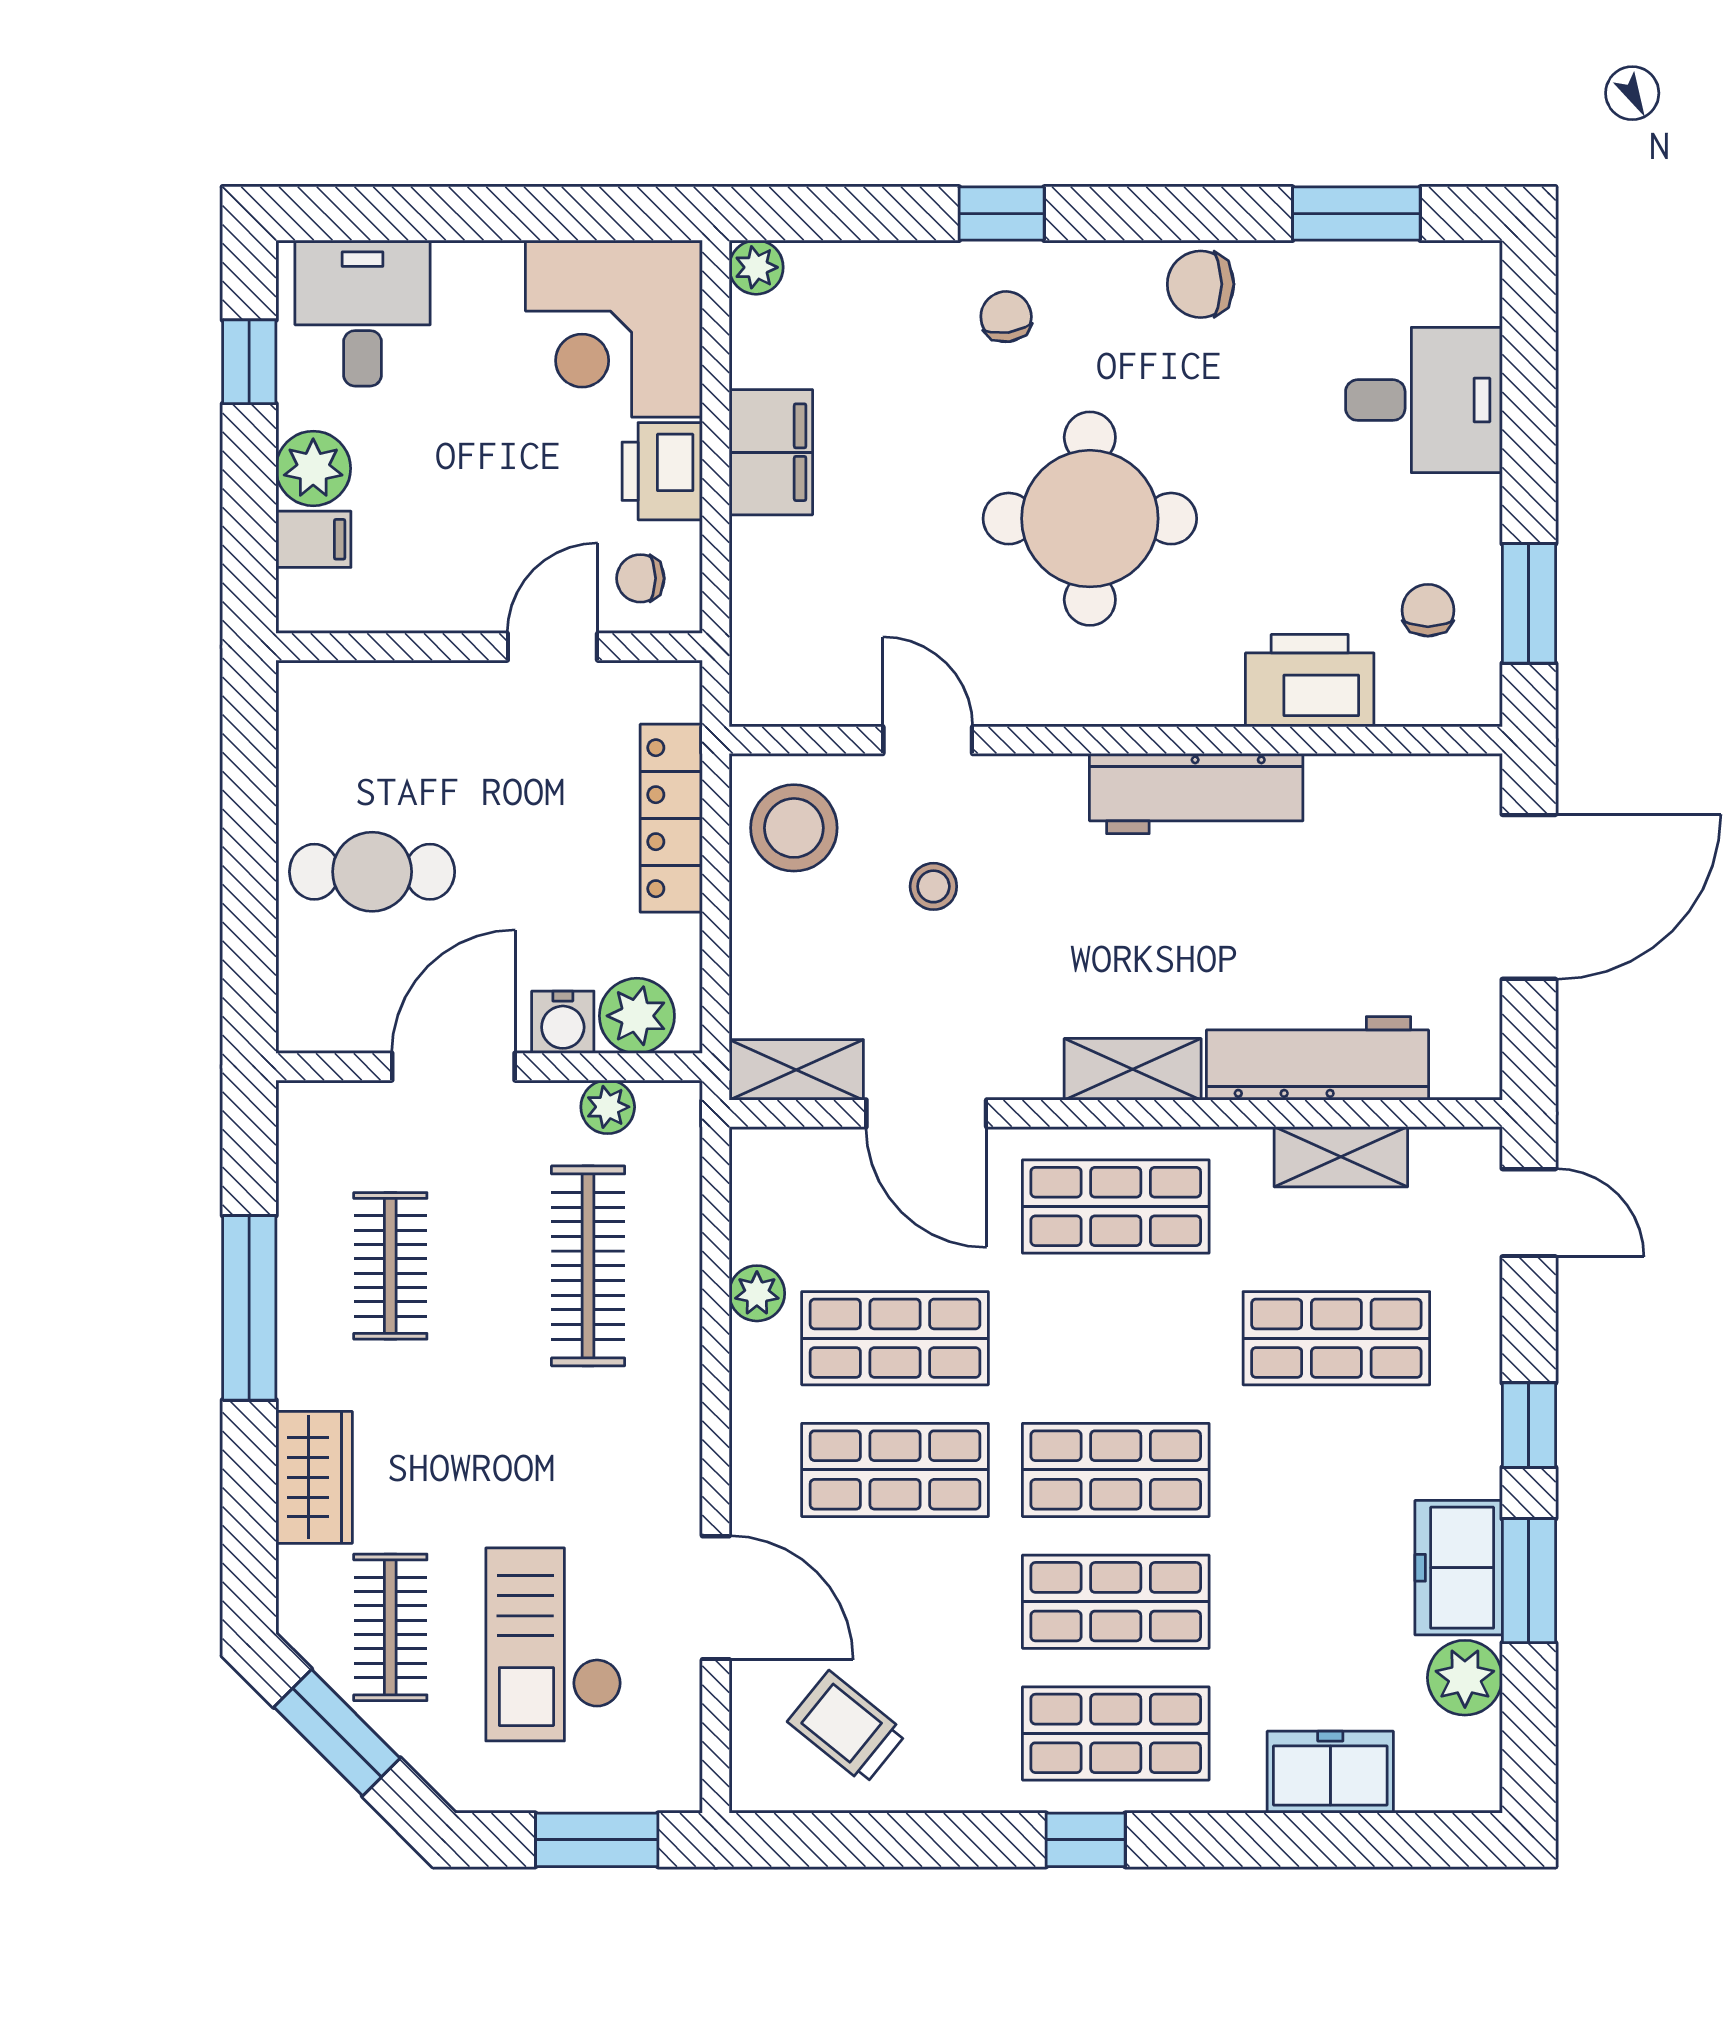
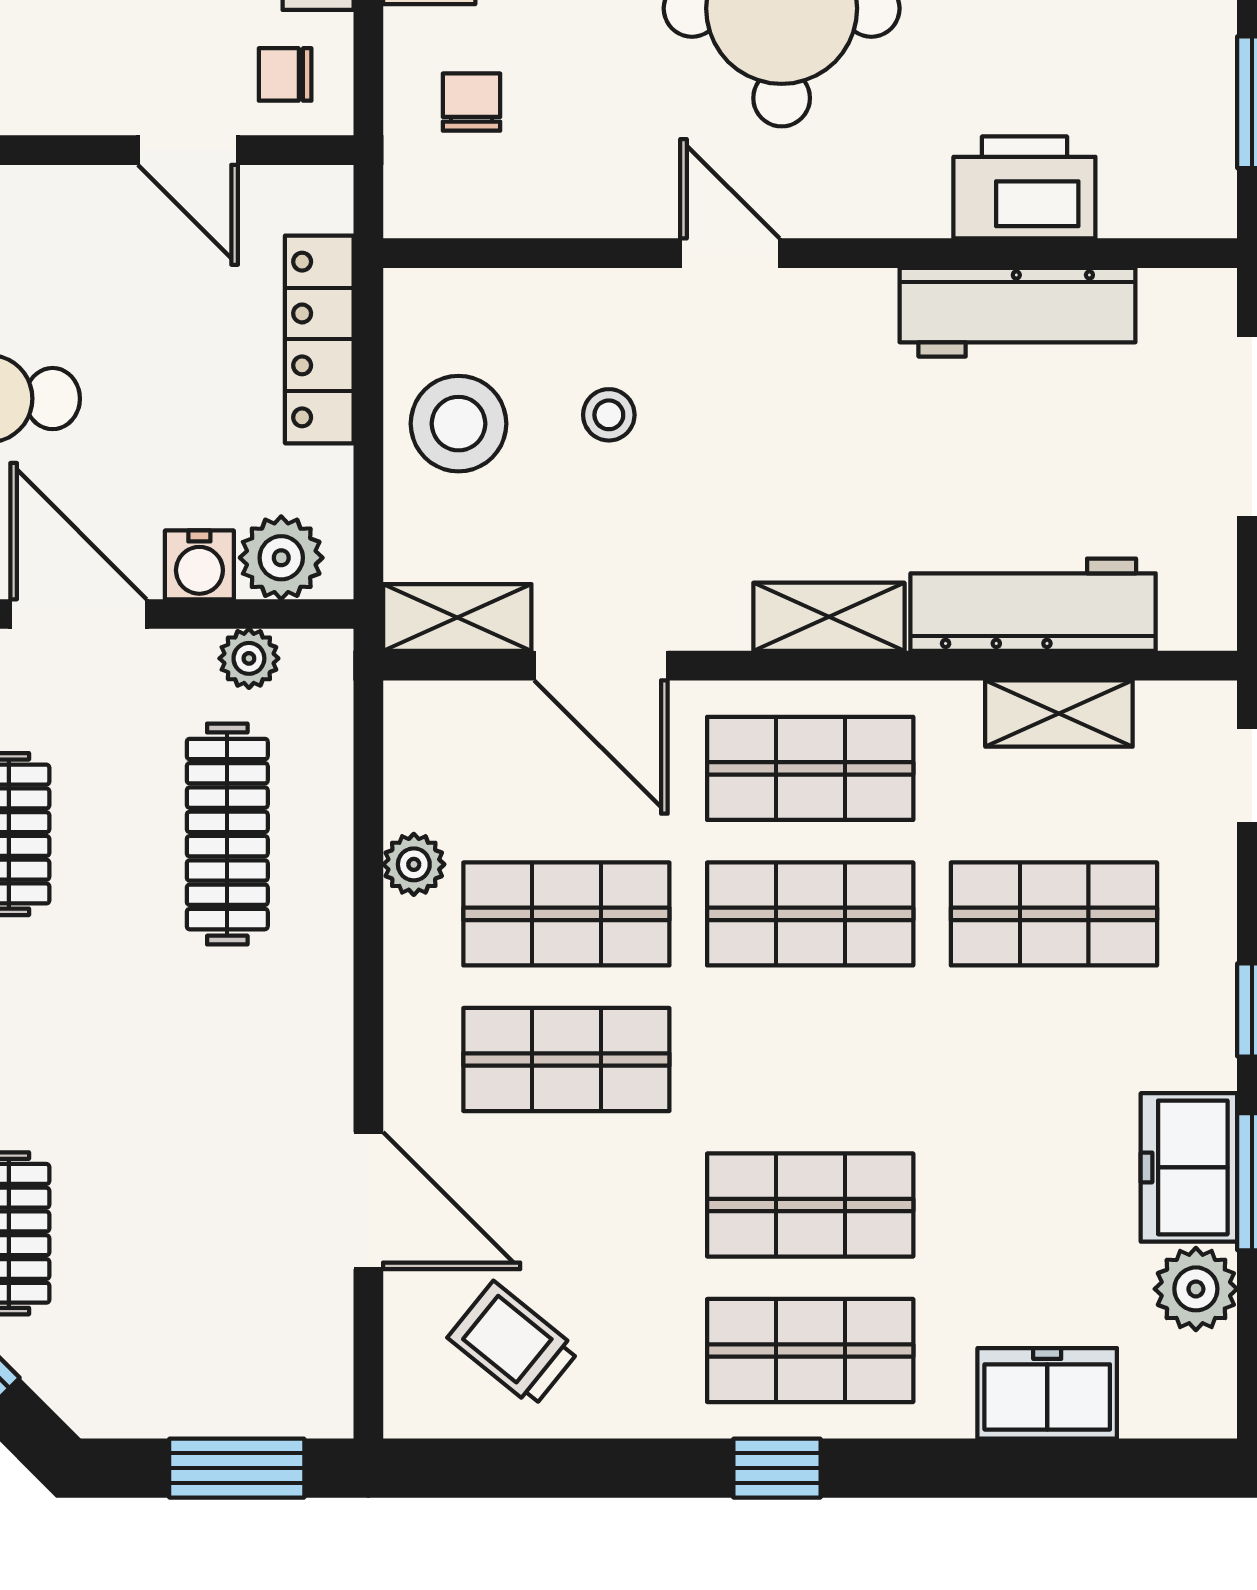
chair: (1428, 610) -> (472, 102), moved
door: (552, 647) -> (188, 150), swing flipped
door: (928, 740) -> (730, 253), moved
workbench: (1196, 794) -> (1018, 312), moved
stool: (794, 828) -> (458, 424), moved
door: (453, 1067) -> (79, 614), hinge flipped
shop shelf: (1116, 1470) -> (810, 914), moved
checkout: (554, 1644) -> (189, 1252), removed

